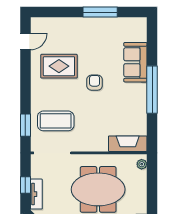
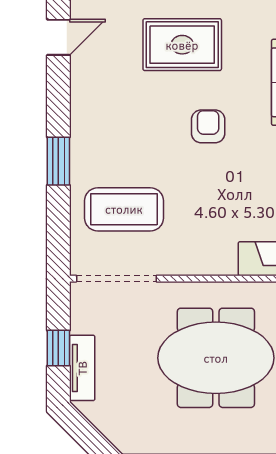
rug: (59, 66) -> (182, 45), moved
window: (25, 125) -> (58, 161), moved

